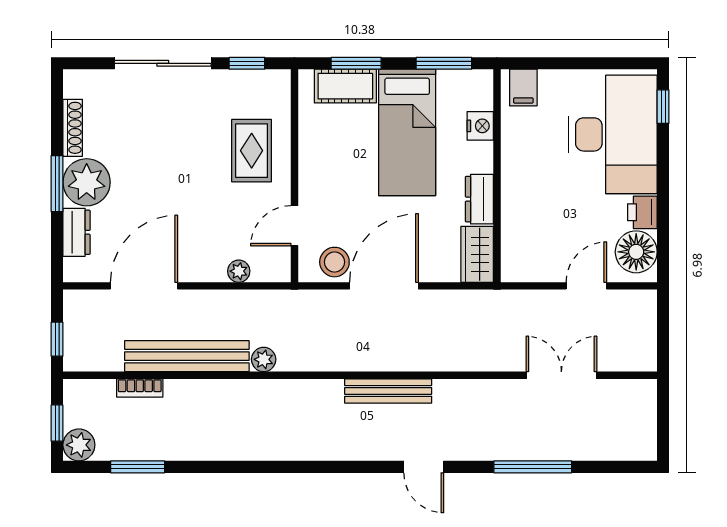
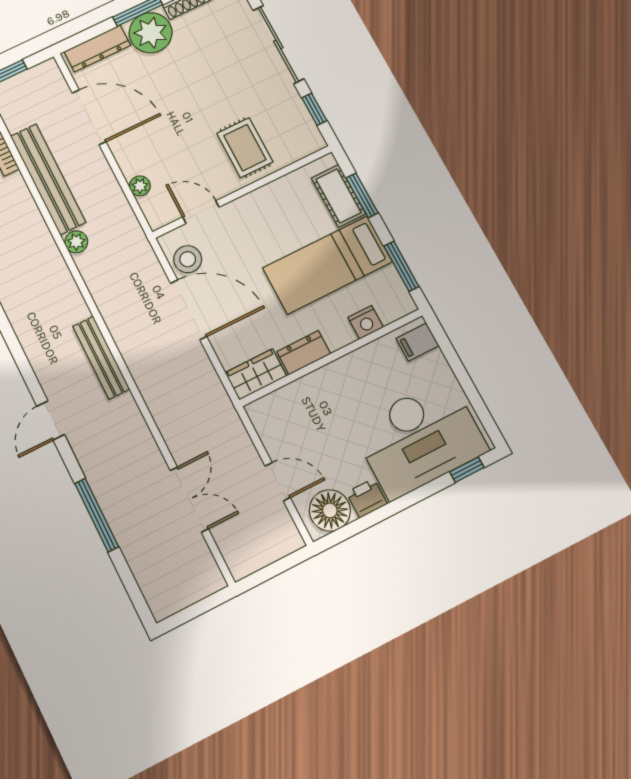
rug: (252, 151) -> (245, 148), turned 90
dresser: (77, 232) -> (97, 48), width x1.44

